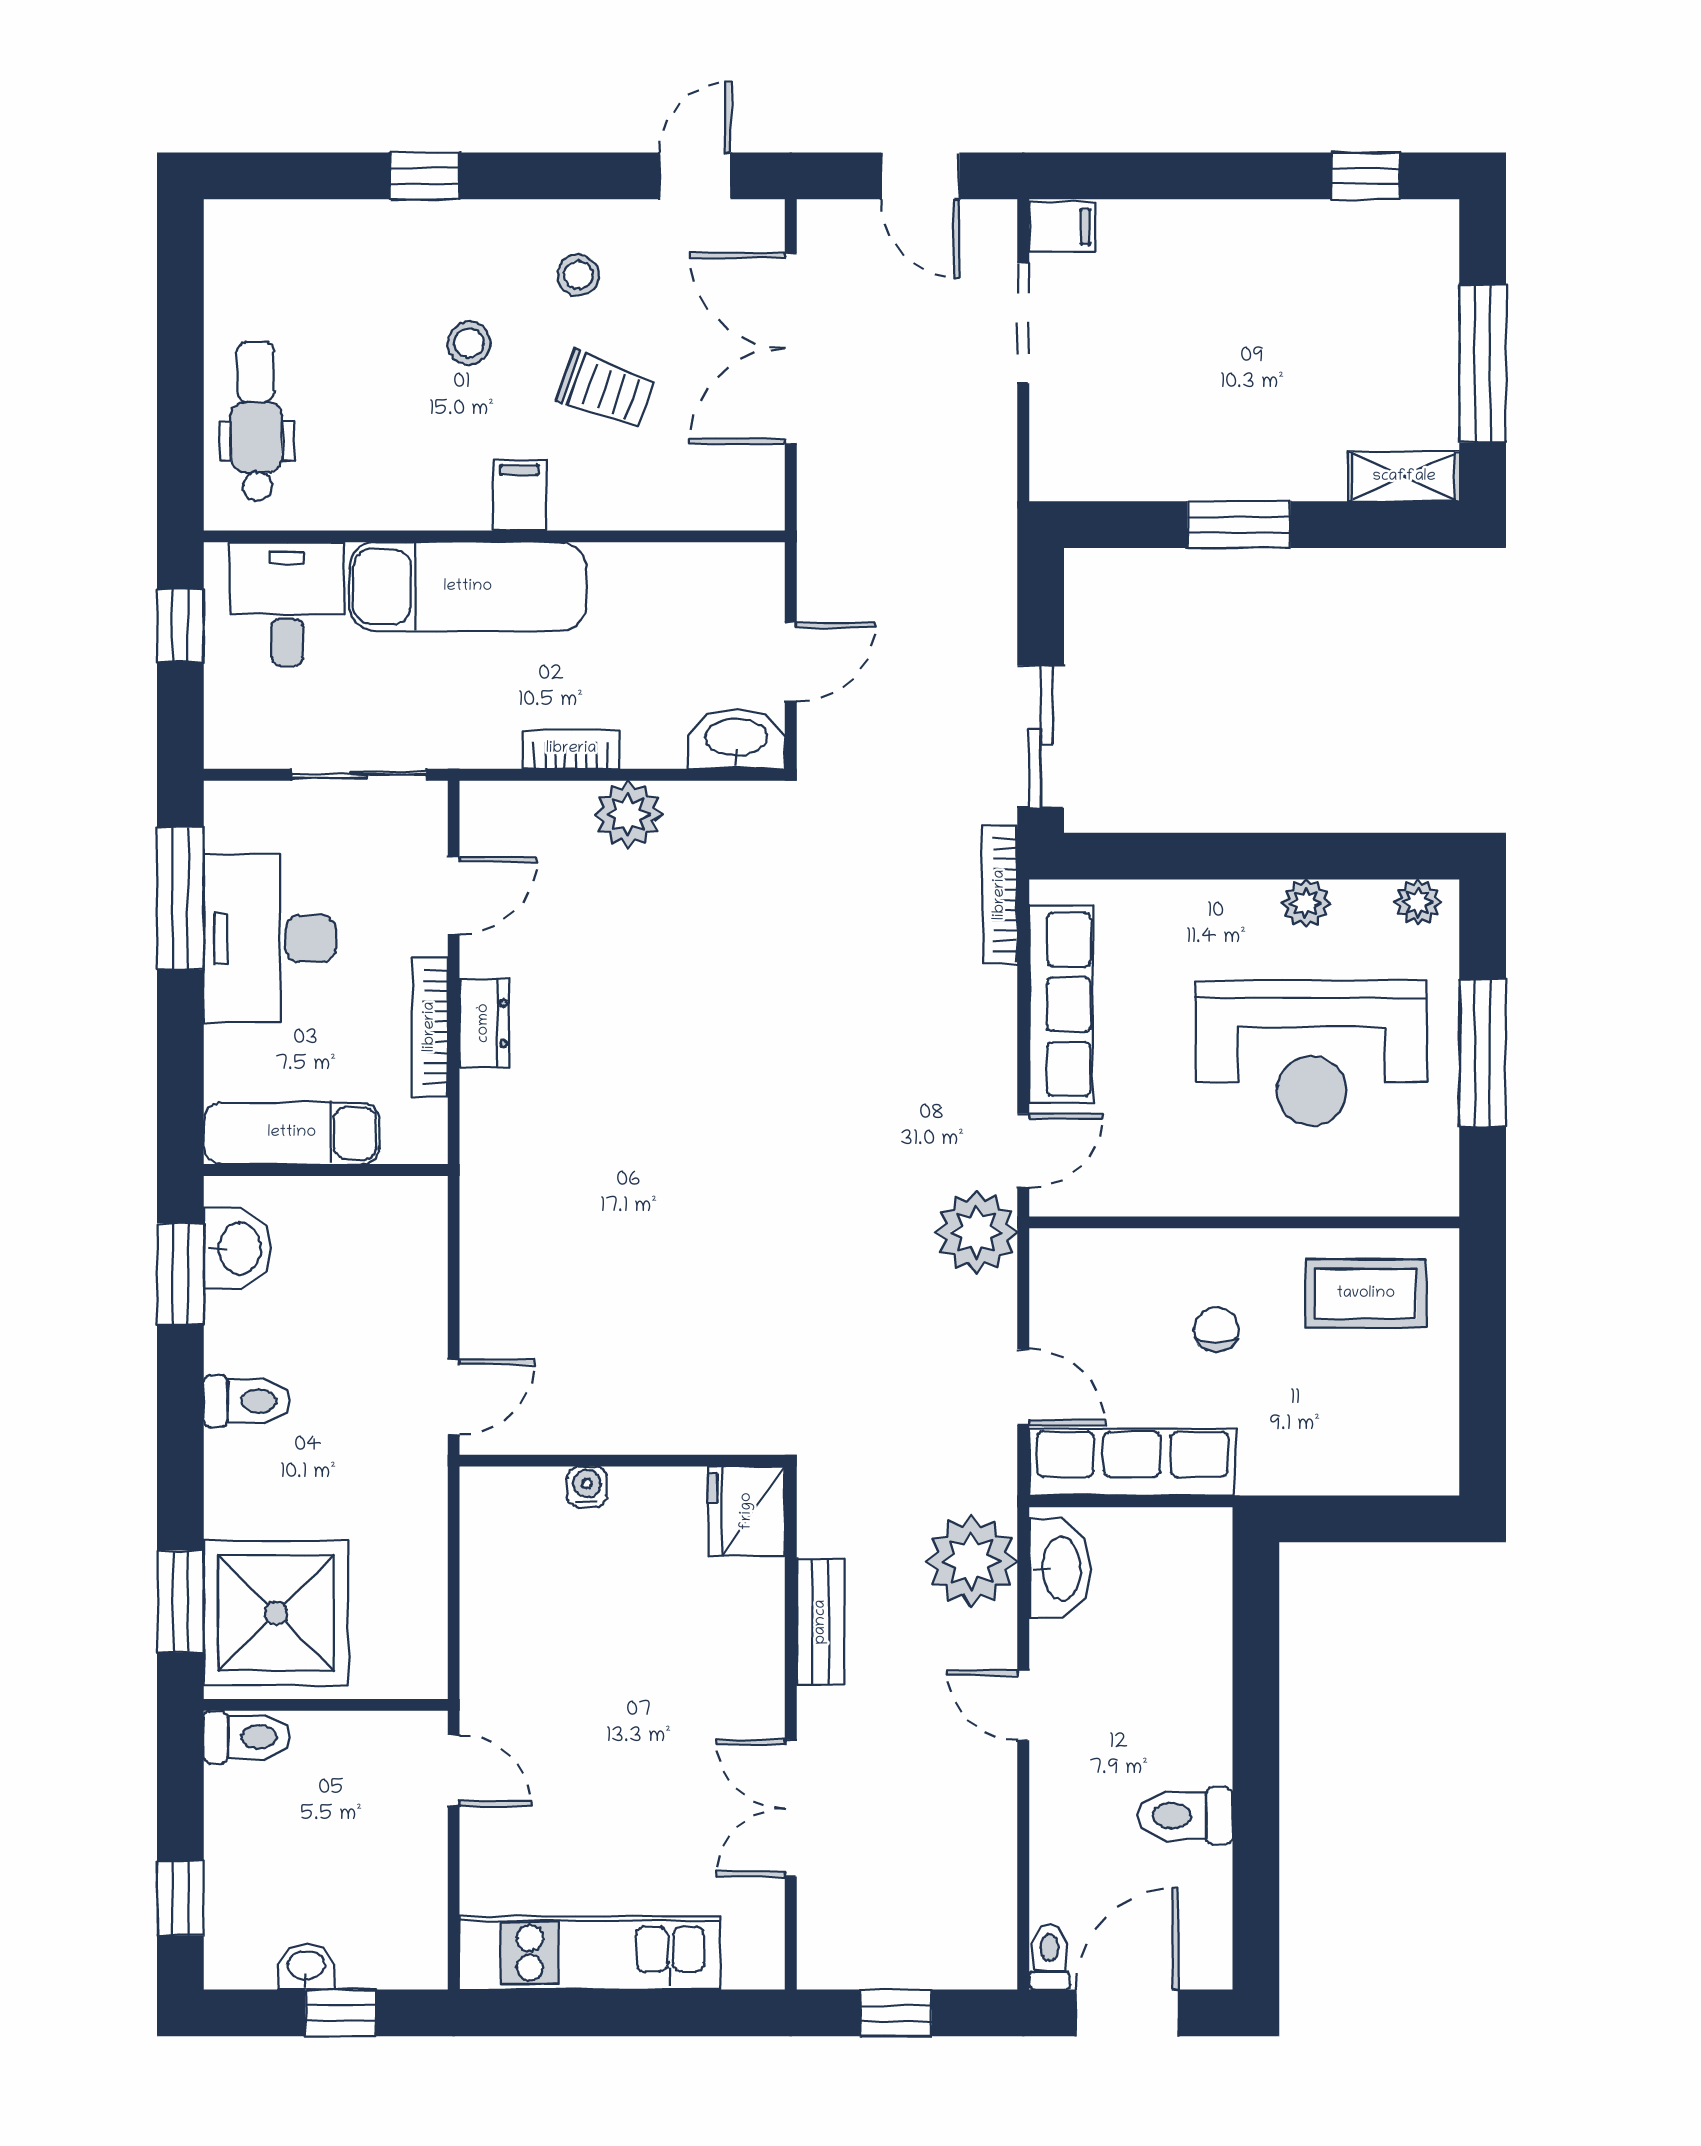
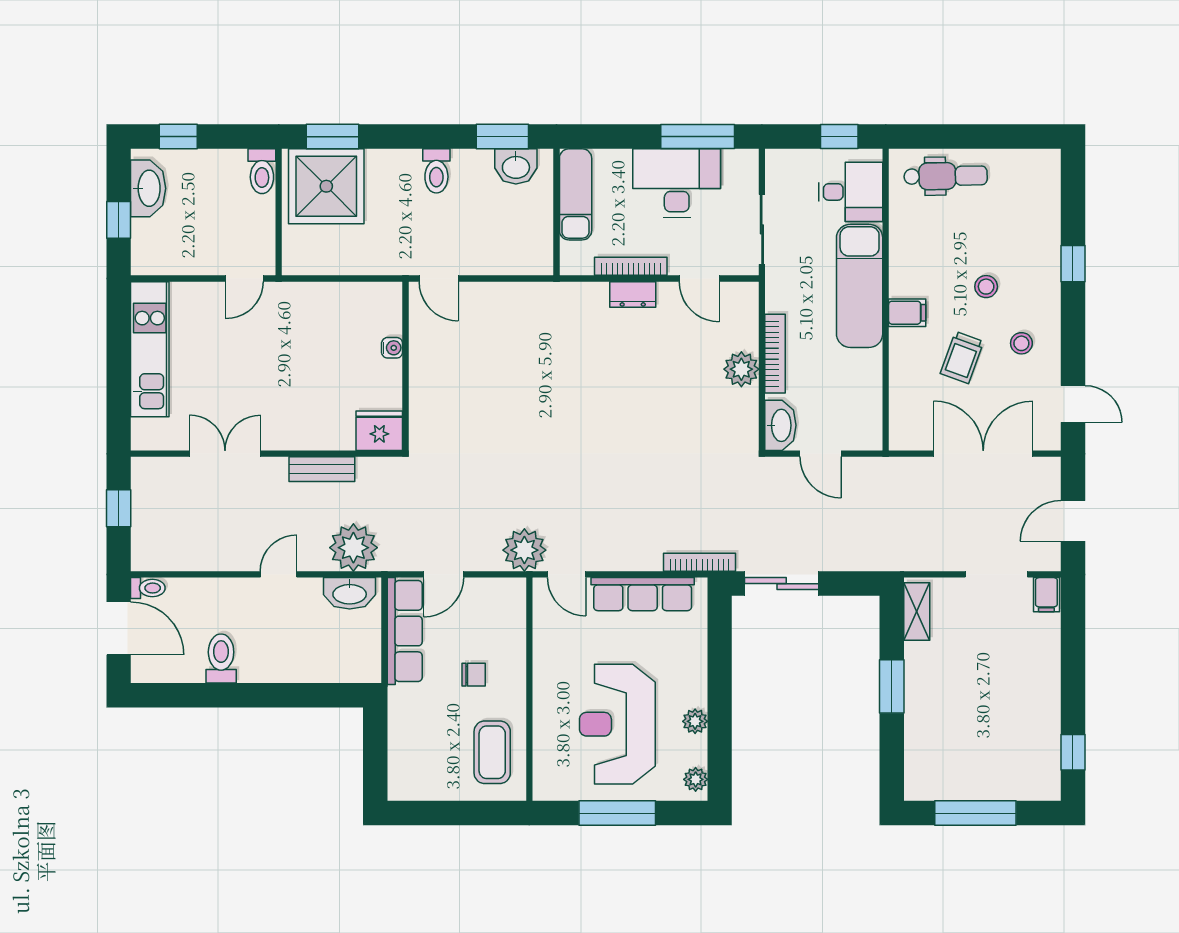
shelving: (1404, 477) -> (917, 611), moved
bookcase: (571, 749) -> (775, 354), width x1.56
washbasin: (306, 1967) -> (148, 188), width x1.91, depth x1.45

